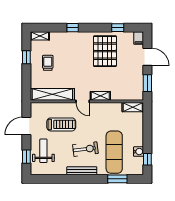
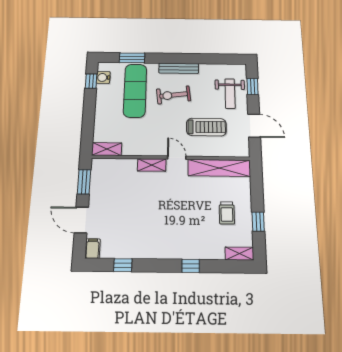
pallet: (105, 51) -> (143, 229), removed
treadmill: (61, 124) -> (206, 127), turned 180
door: (26, 126) -> (254, 126), hinge flipped
water cooler: (138, 152) -> (103, 77), moved

